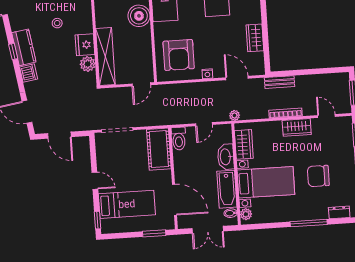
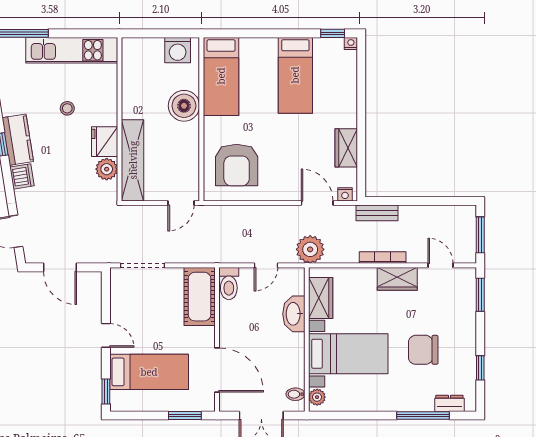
nightstand: (207, 74) -> (345, 194), moved
plant: (235, 115) -> (310, 249), width x1.88, depth x1.88
bathtub: (227, 189) -> (292, 360), removed
window: (309, 223) -> (423, 416), moved

